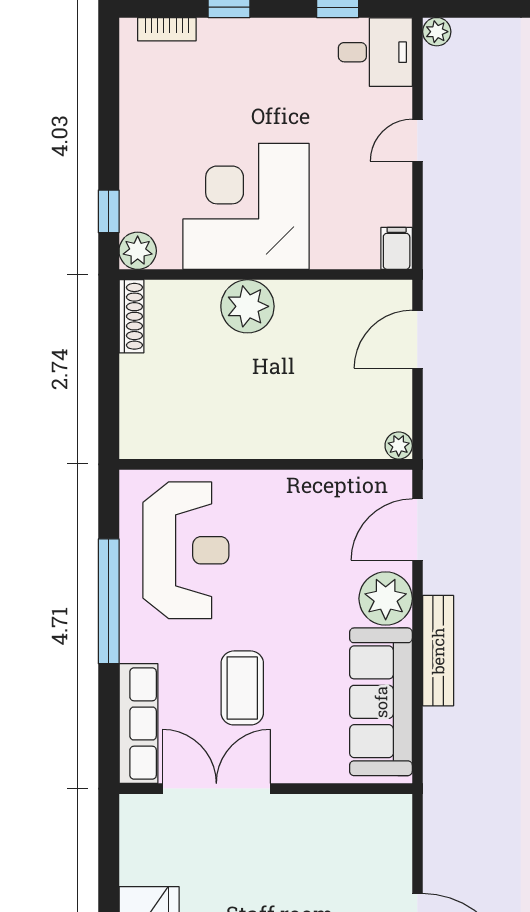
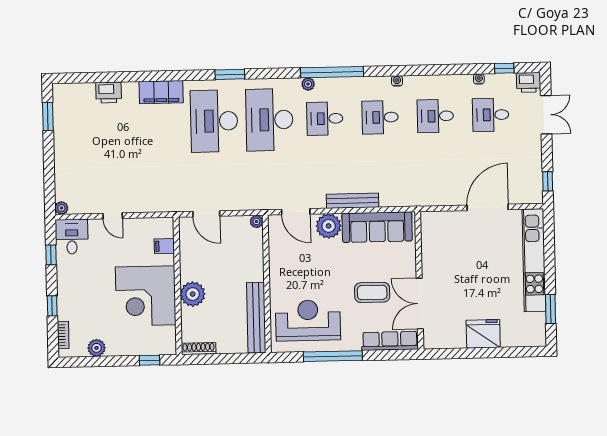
filing cabinet: (397, 248) -> (164, 246), moved
plant: (138, 251) -> (97, 348), moved
bench: (194, 440) -> (256, 318), added

